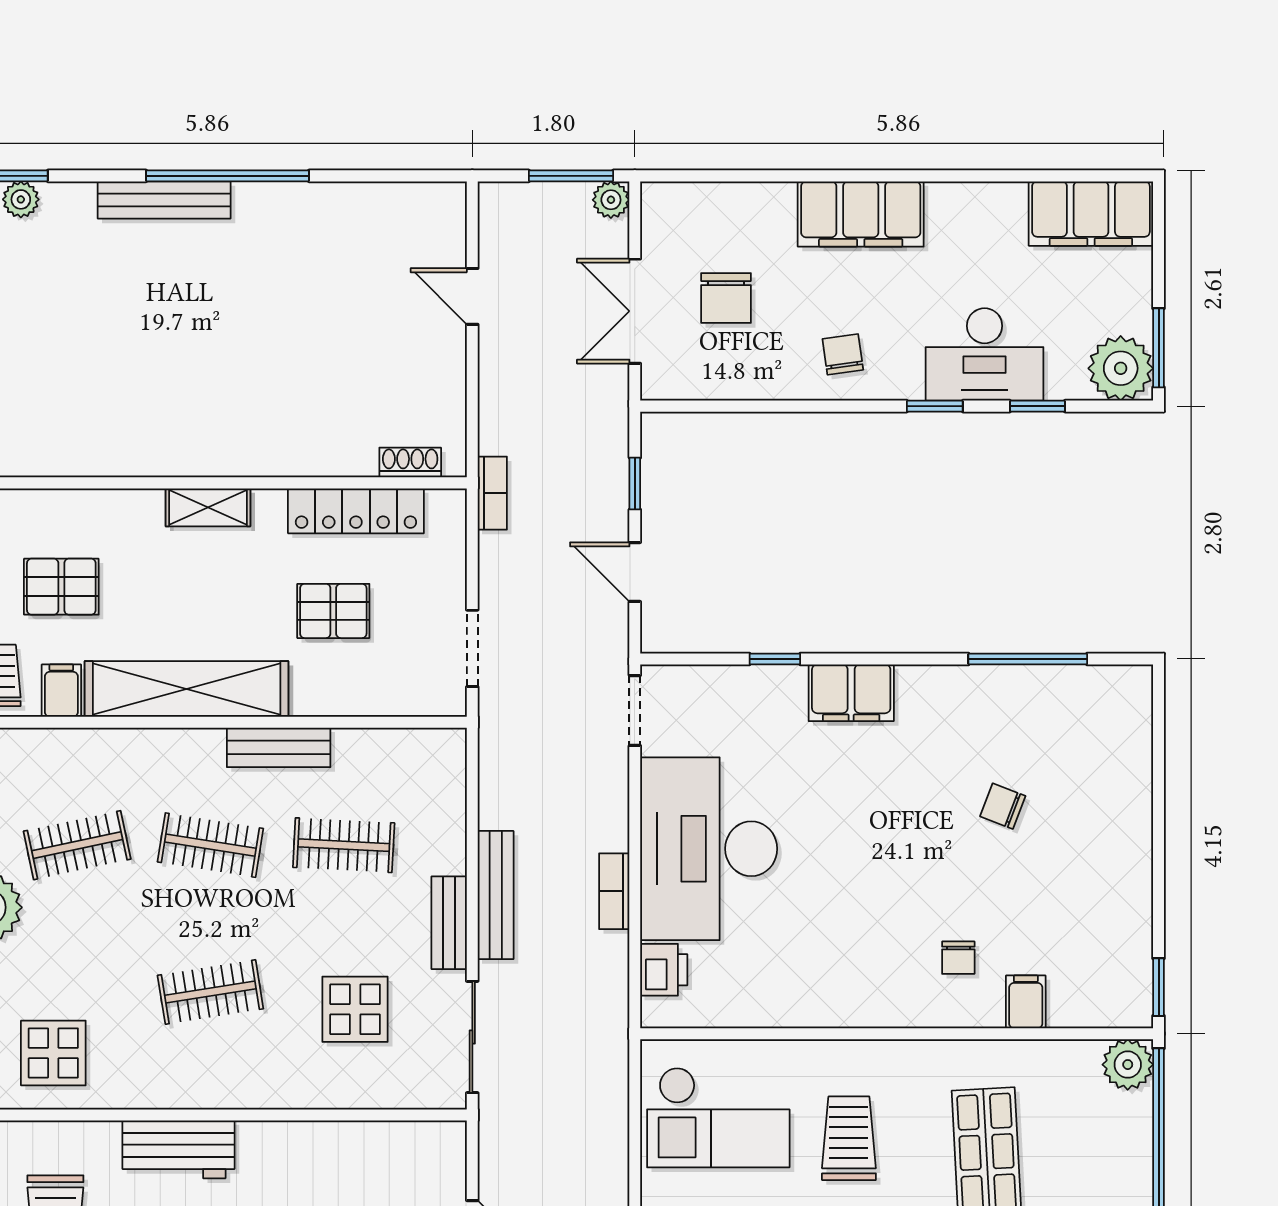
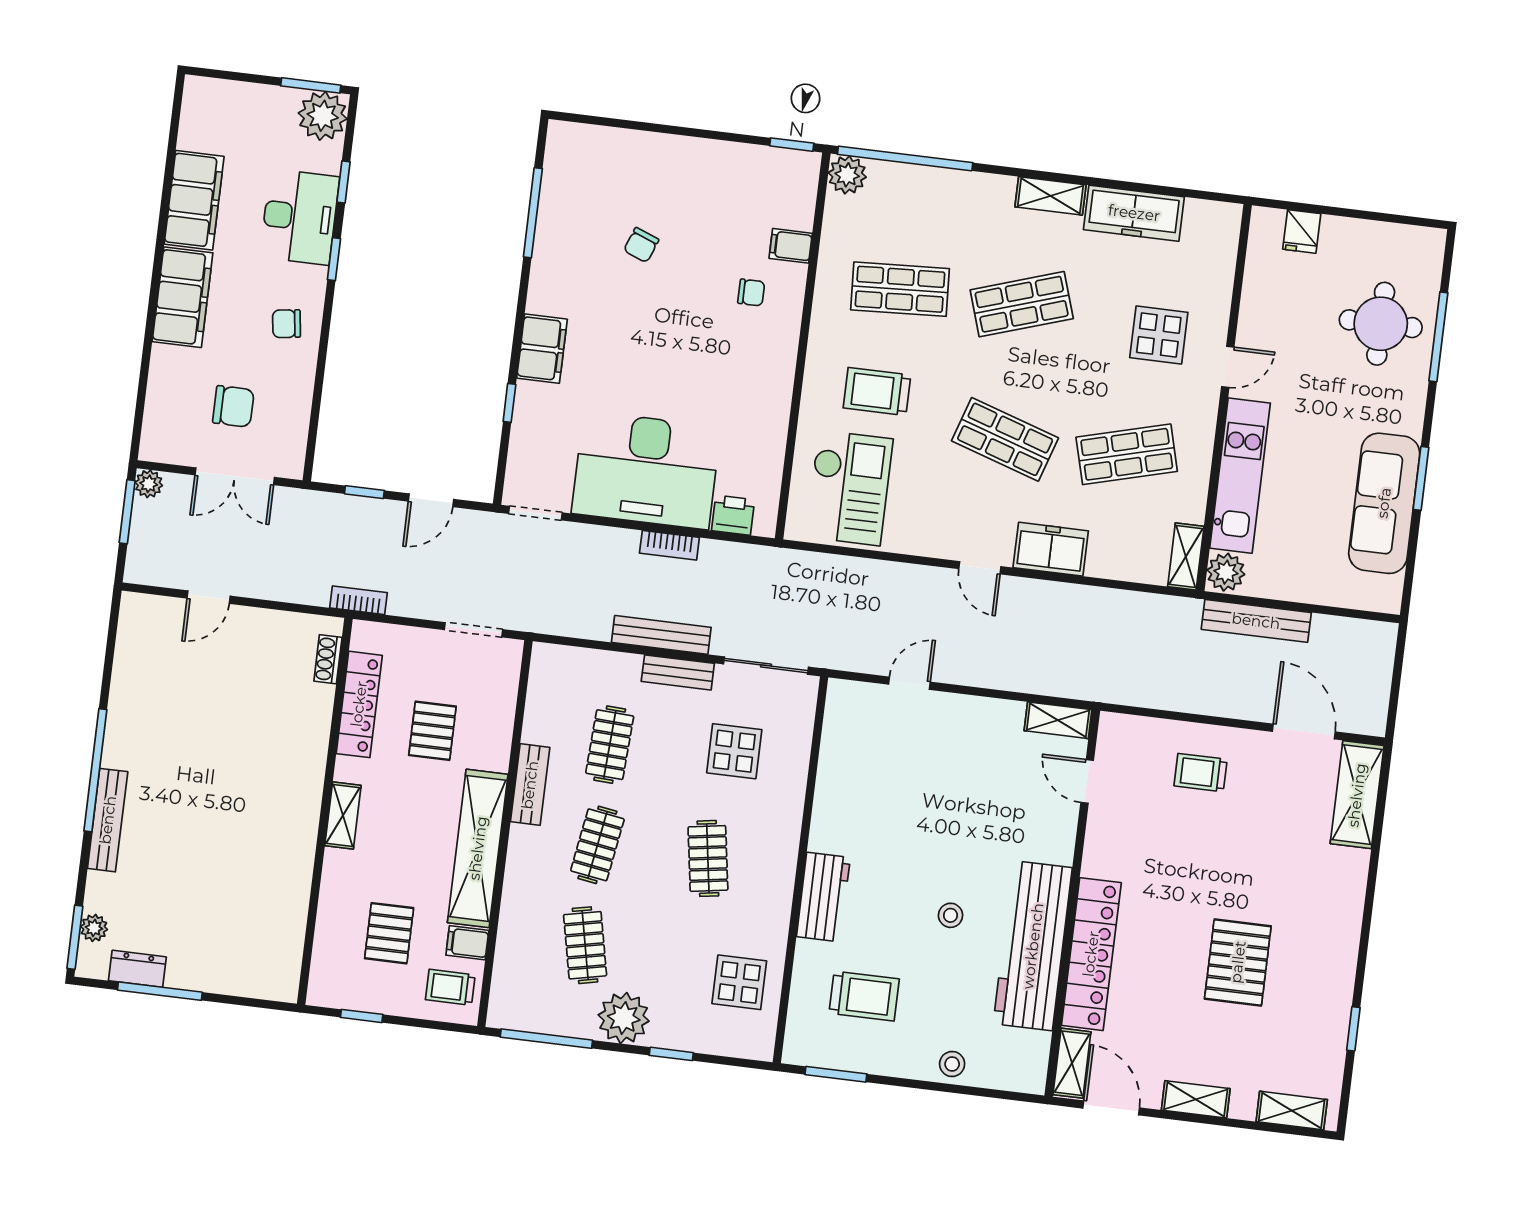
filing cabinet: (1091, 214) -> (194, 200), moved

